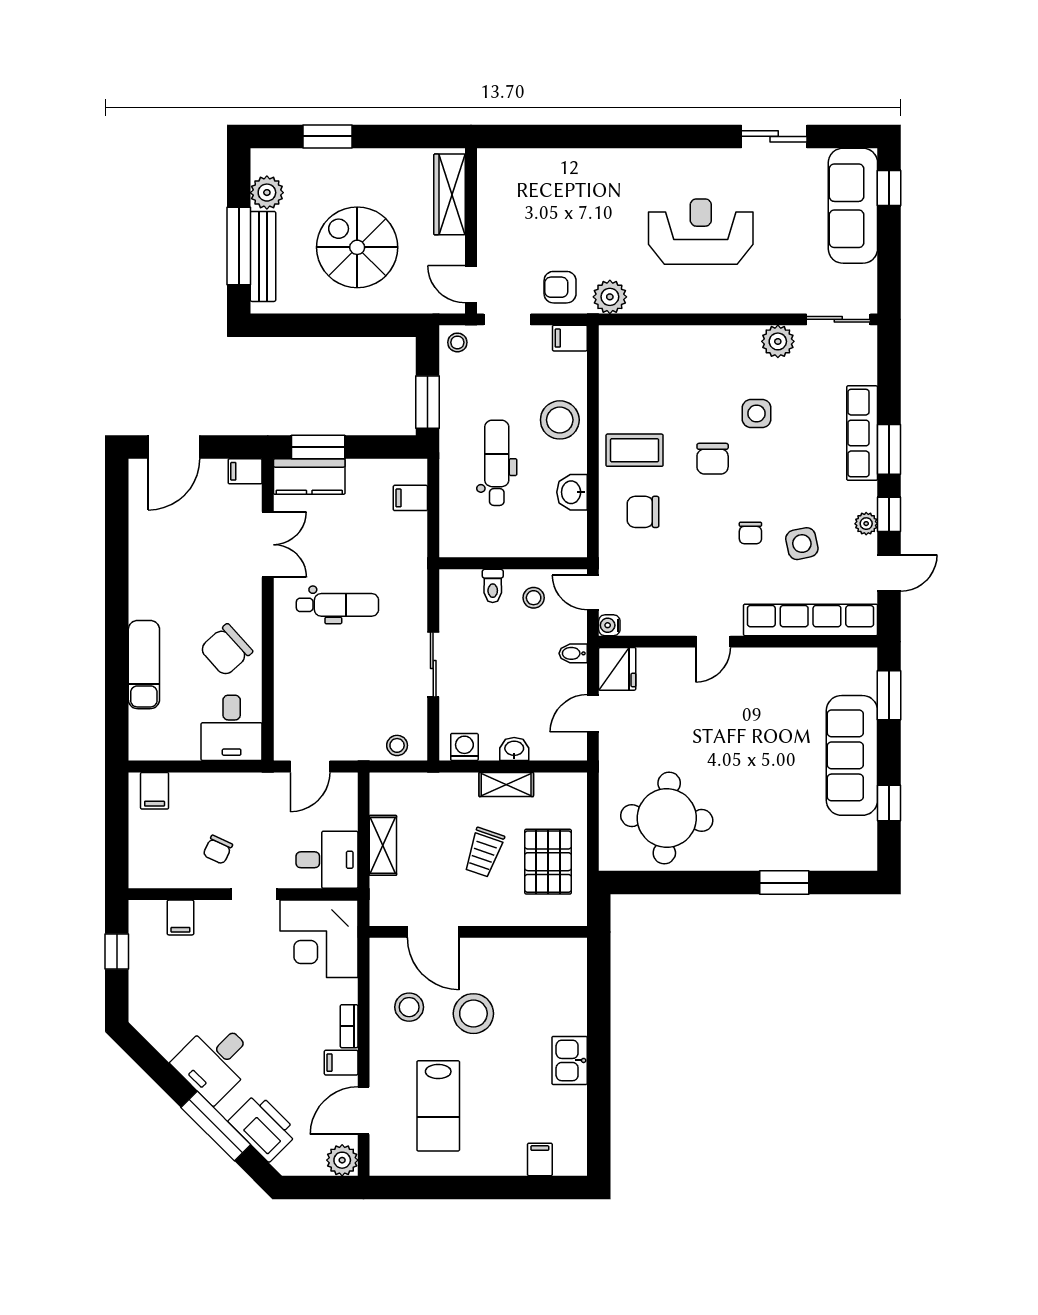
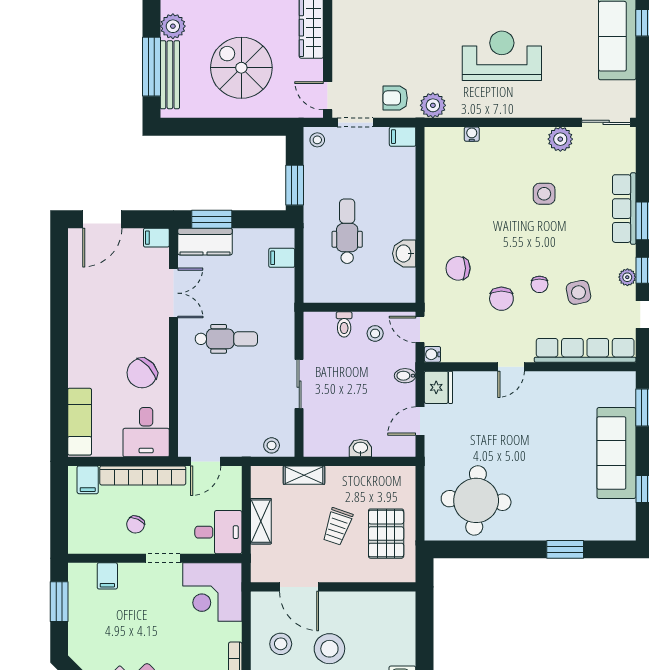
water cooler: (661, 335) -> (472, 134), added
stool: (560, 420) -> (395, 199), removed
coffee table: (635, 450) -> (452, 222), removed
chair: (713, 459) -> (501, 299), moved
exam couch: (144, 665) -> (80, 422), moved
washing machine: (464, 747) -> (323, 447), removed
shelving: (506, 784) -> (304, 475), moved
bookcase: (227, 785) -> (143, 475), added
window: (117, 951) -> (59, 602), width x1.50

